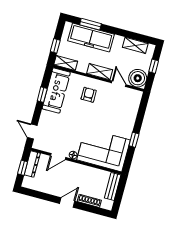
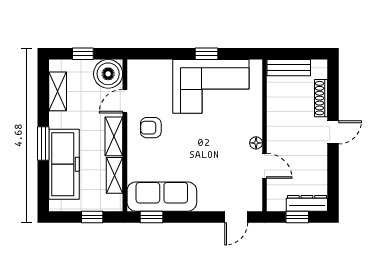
window: (90, 24) -> (43, 143), moved
shelving: (66, 63) -> (115, 175), moved
window: (42, 95) -> (151, 217), moved
armchair: (89, 95) -> (151, 128), moved
corner sofa: (104, 150) -> (211, 86), moved, turned -90
dresser: (32, 164) -> (307, 203), moved
door: (67, 202) -> (333, 132), swing flipped

